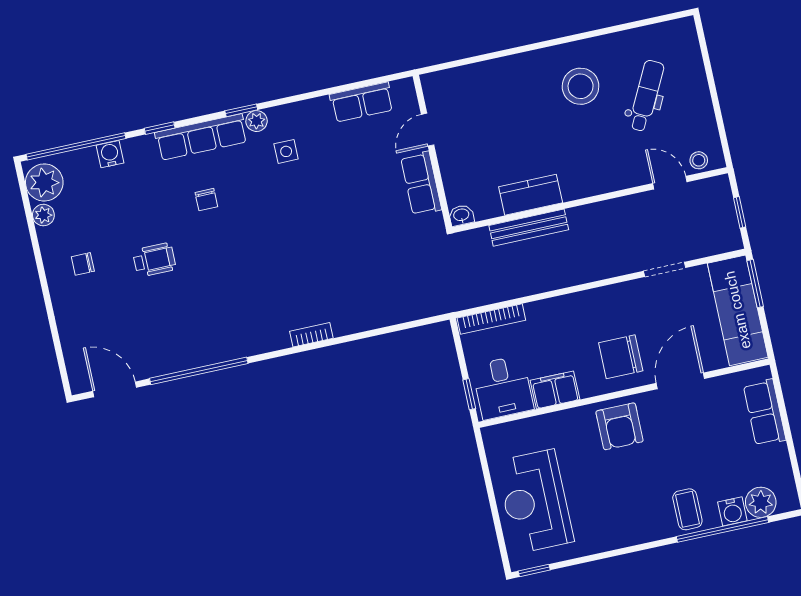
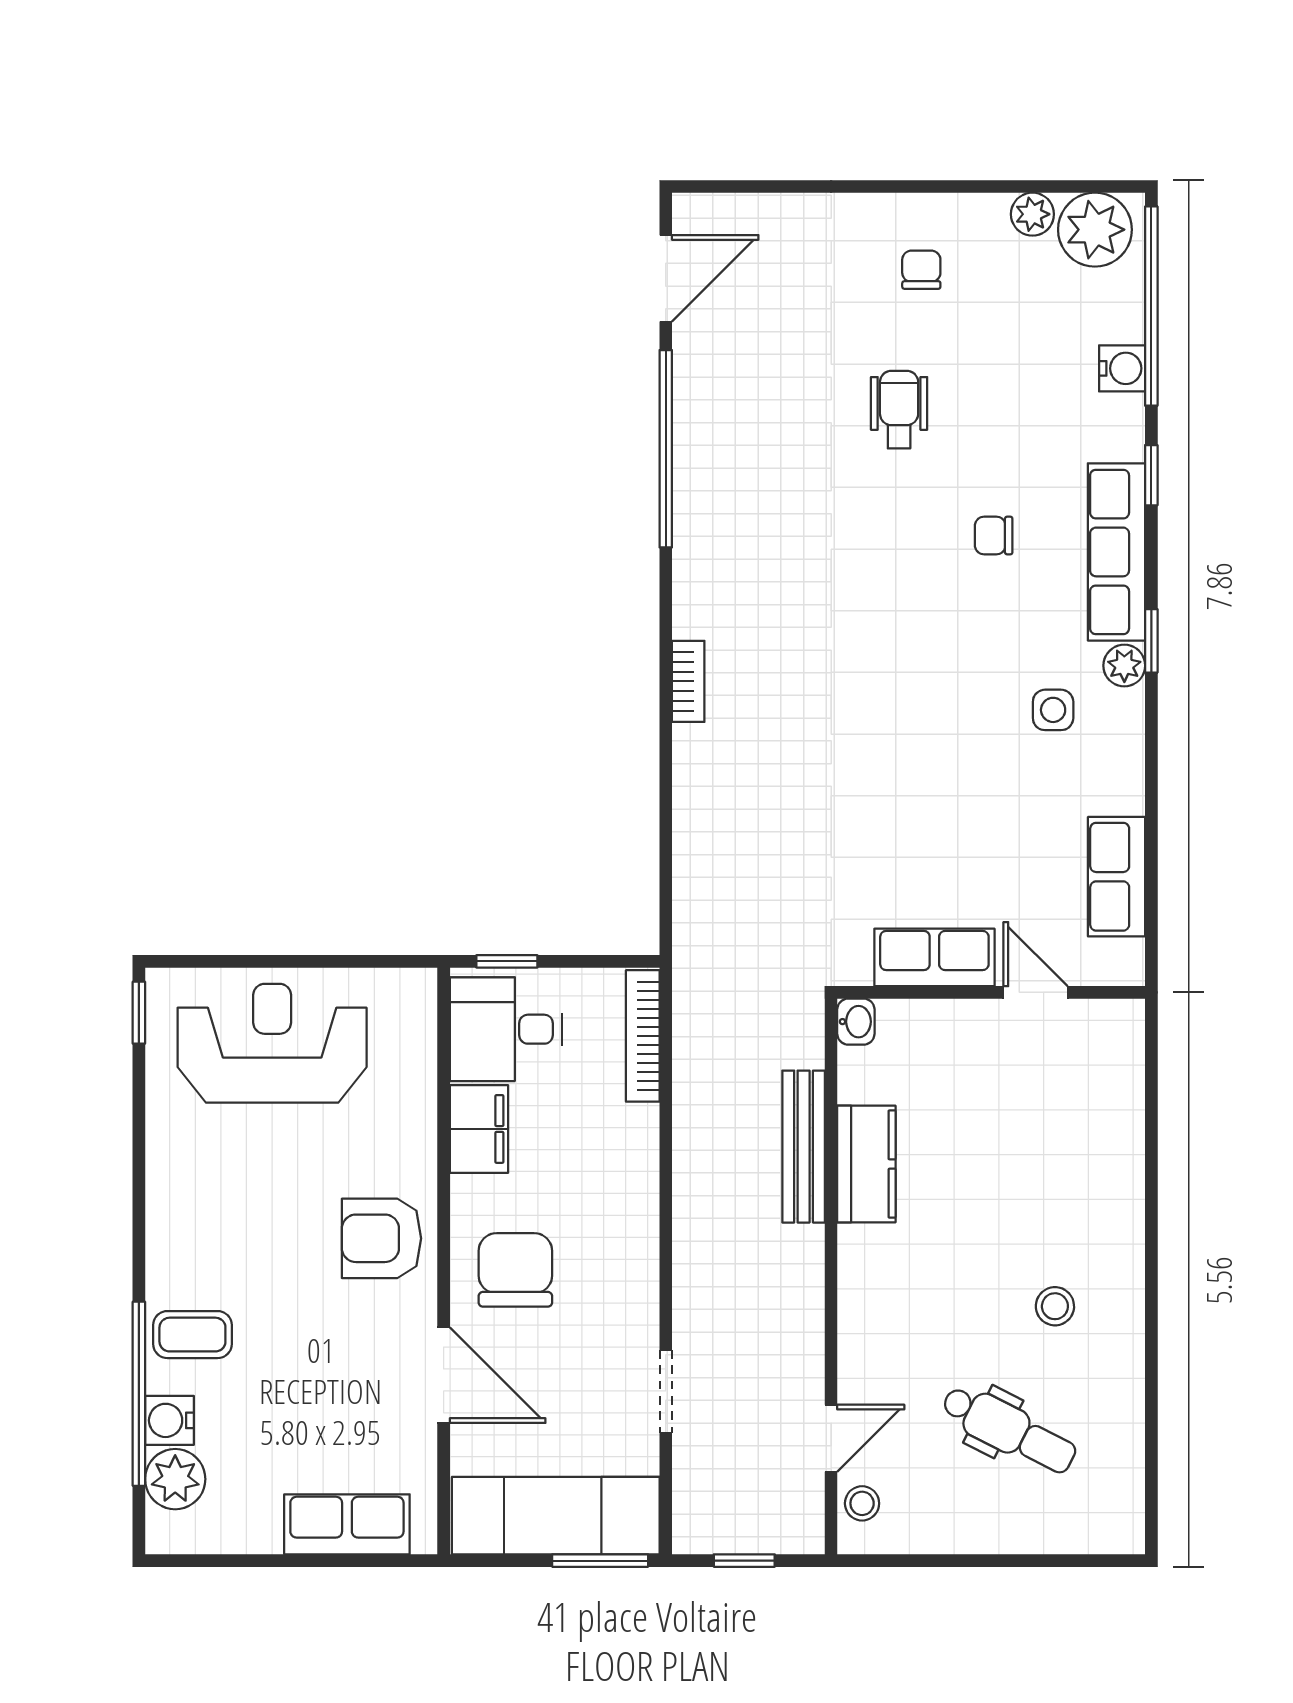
stool: (581, 86) -> (1055, 1306), width x0.53, depth x0.53
wheelchair: (154, 260) -> (899, 410), turned 180

